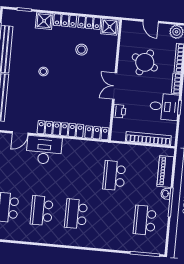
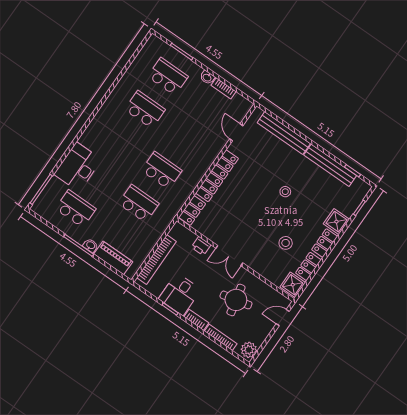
door: (151, 21) -> (283, 318), moved
round table: (145, 62) -> (236, 300), turned -38
double door: (115, 86) -> (229, 256), swing flipped
desk: (44, 150) -> (78, 167), moved, turned 180
school desk: (76, 214) -> (162, 170), moved

